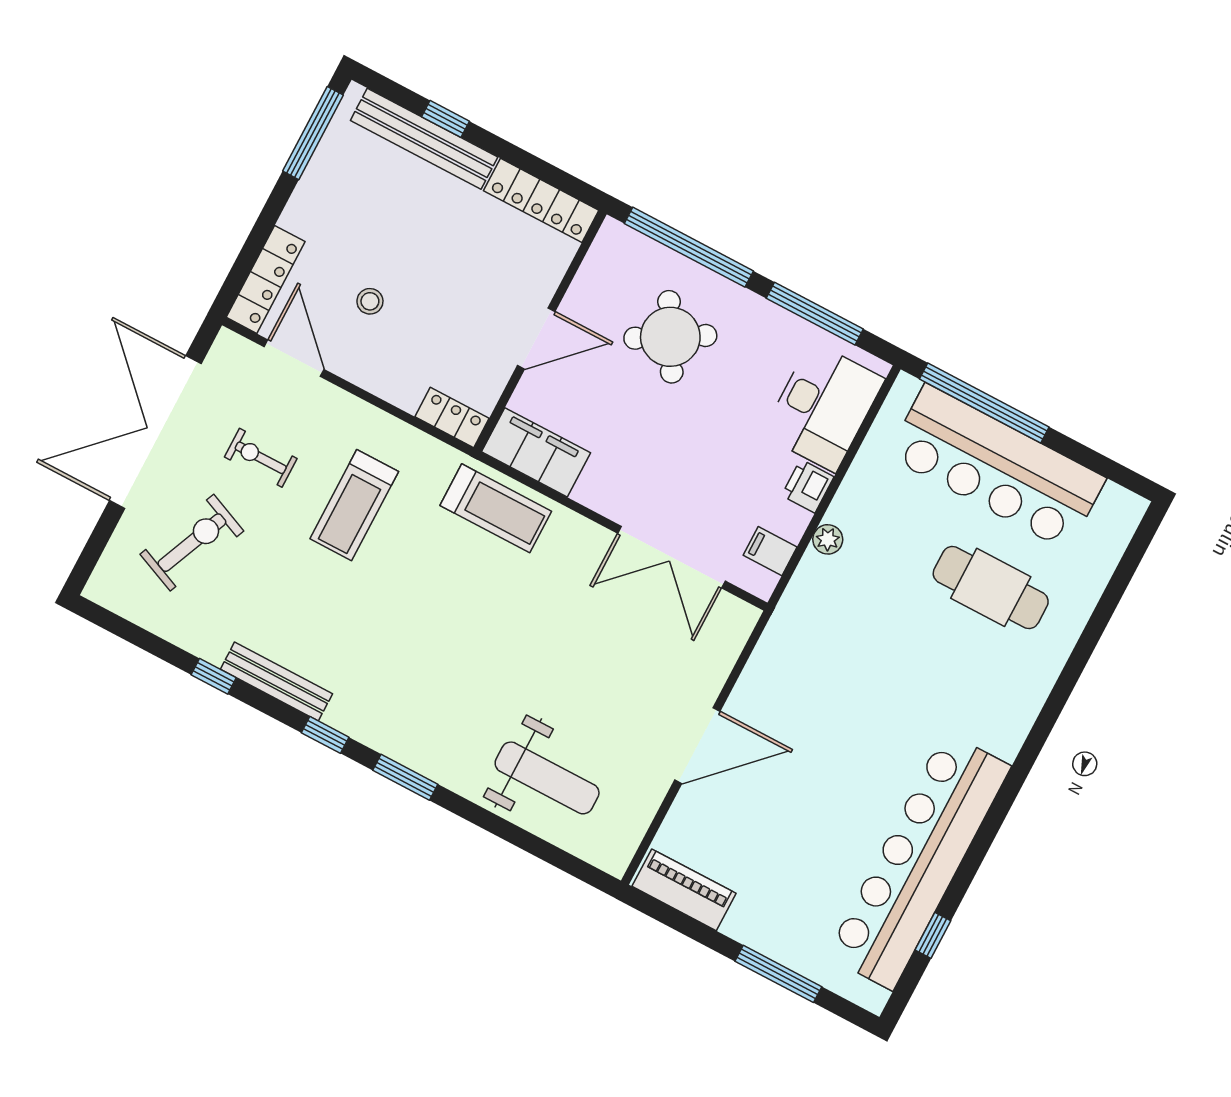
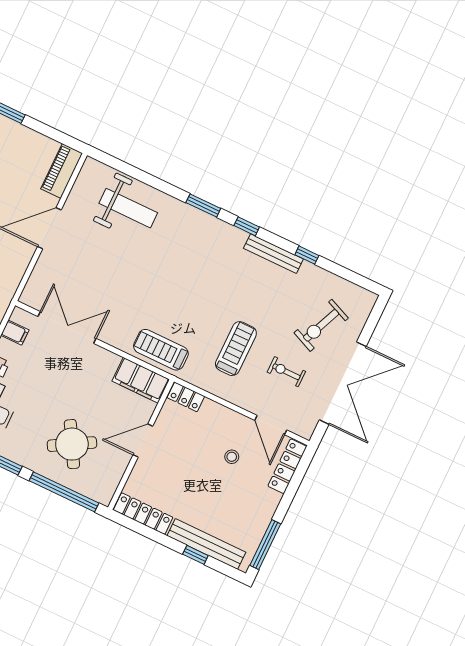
exercise bike: (261, 458) -> (286, 372), turned 180
weight bench: (547, 778) -> (128, 208), turned 180
piano: (684, 890) -> (62, 171), moved, turned 90

